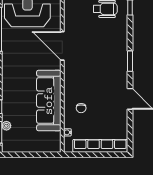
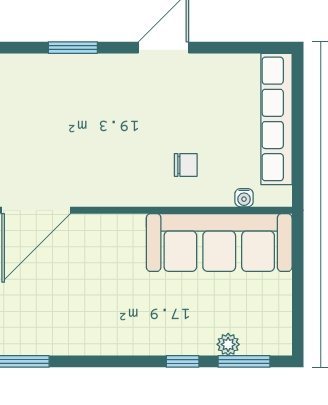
sofa: (49, 101) -> (219, 243), moved

